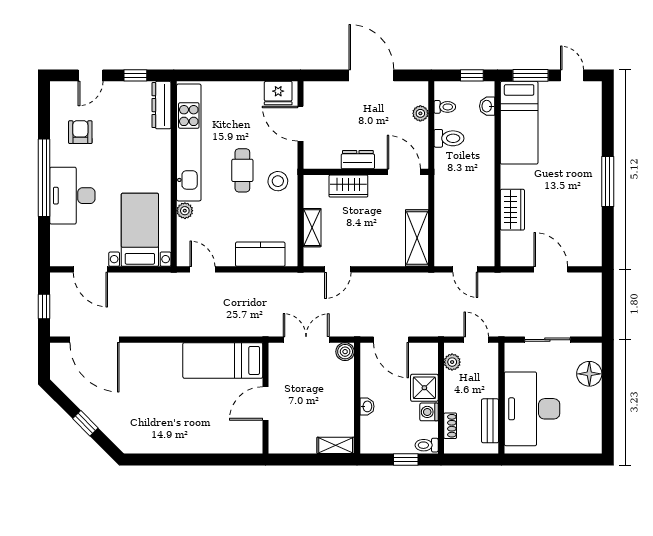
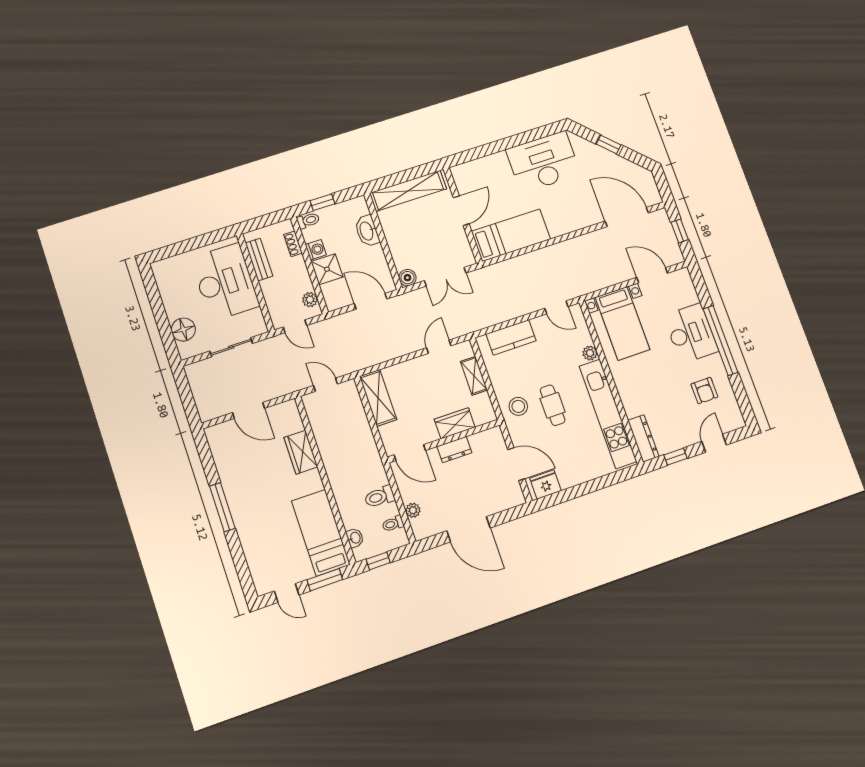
washbasin: (367, 406) -> (367, 231), width x1.91, depth x1.45
desk: (161, 427) -> (543, 162), added
shelving: (336, 445) -> (408, 191), width x2.20, depth x1.33

